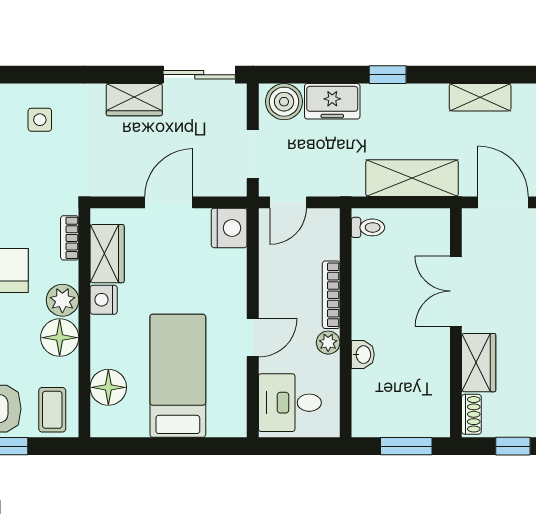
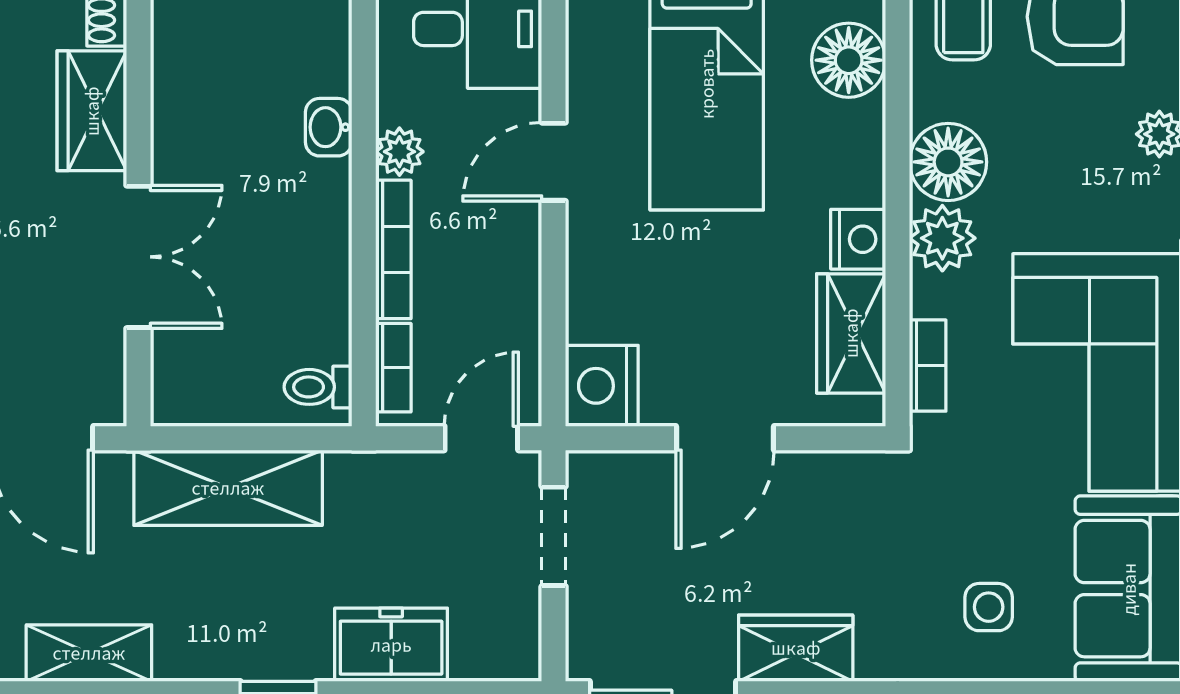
boiler: (284, 102) -> (490, 644), removed
bookcase: (331, 237) -> (393, 368), added

